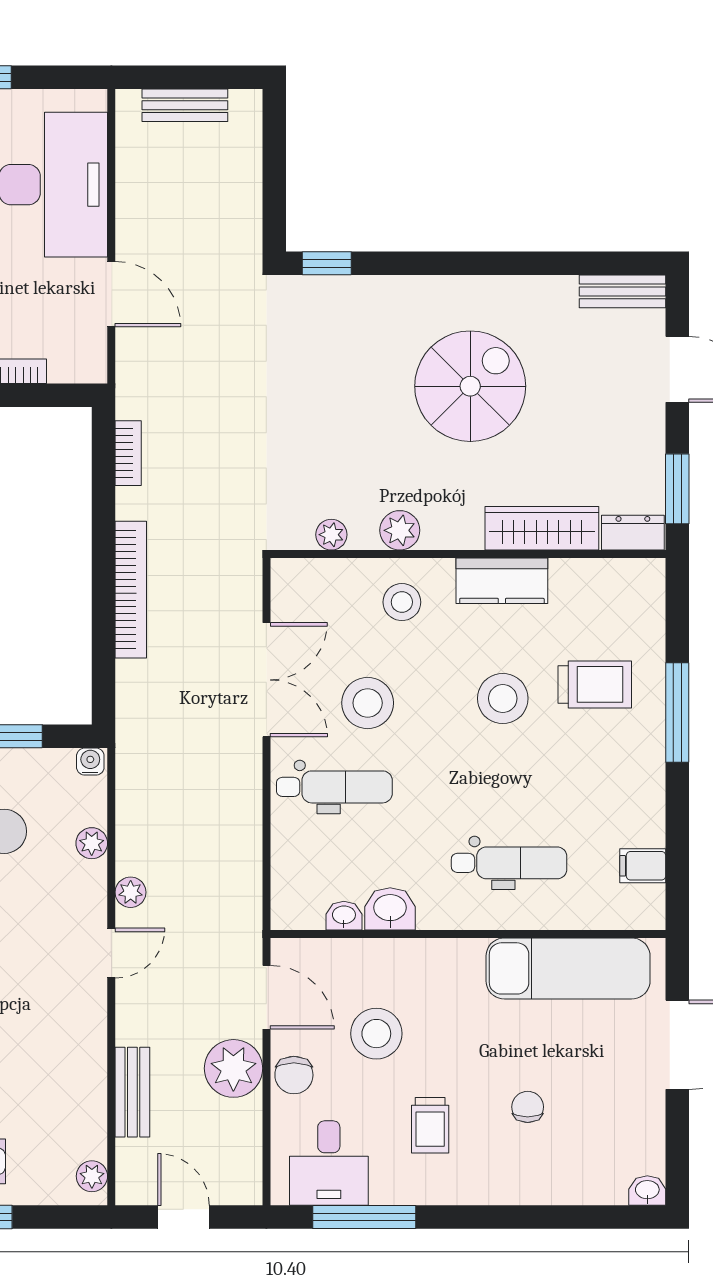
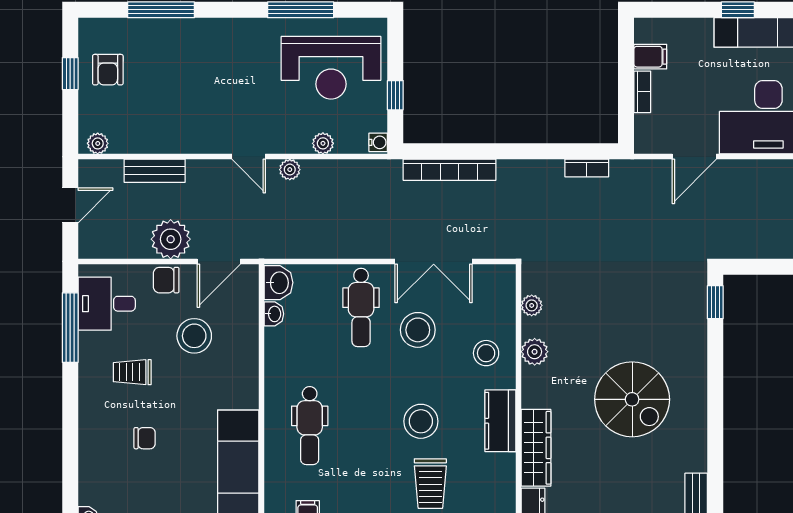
bookcase: (131, 590) -> (450, 170), moved
washbasin: (390, 909) -> (279, 283), moved

